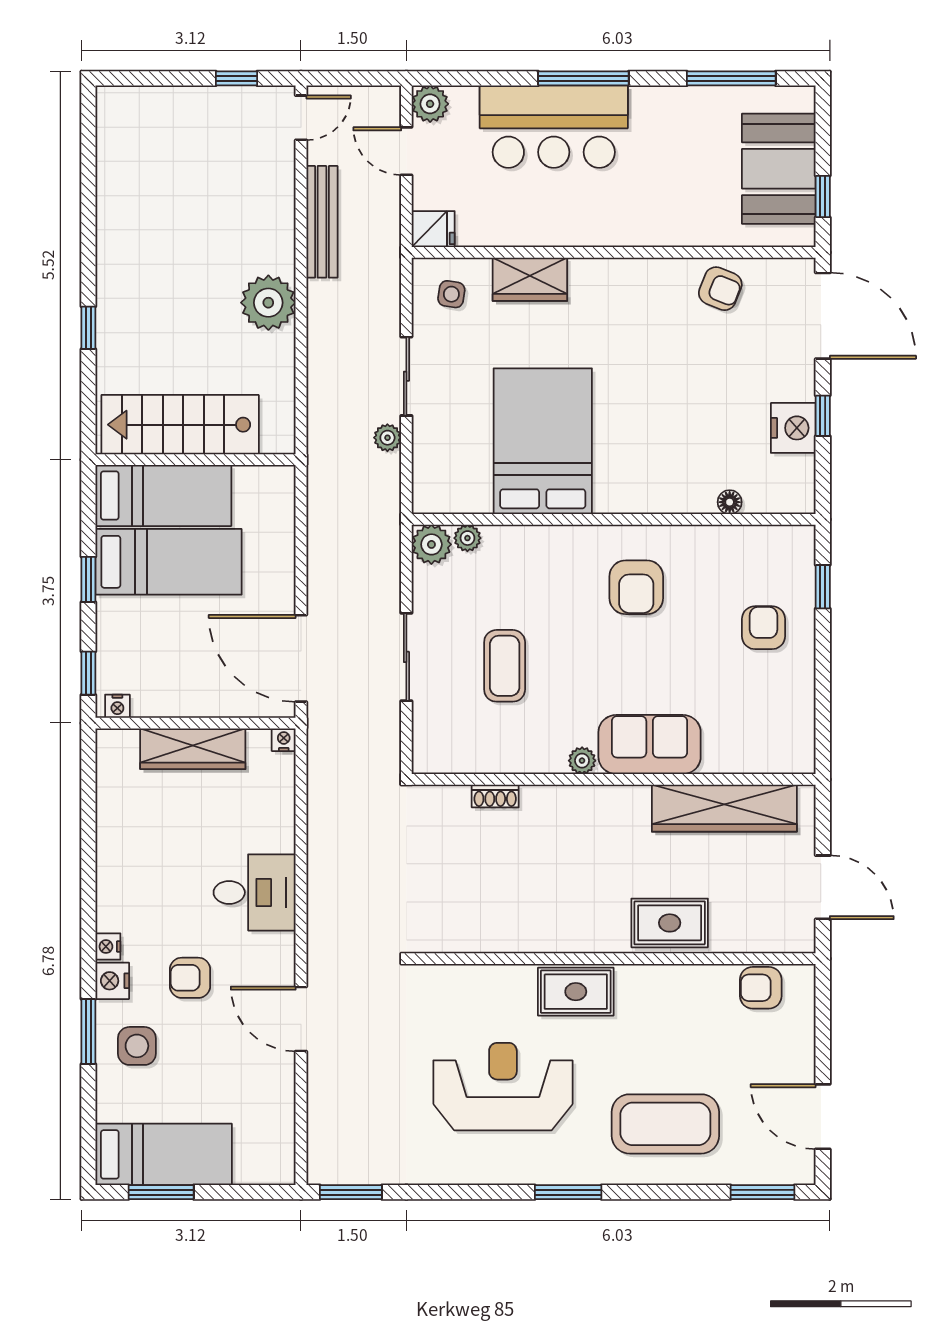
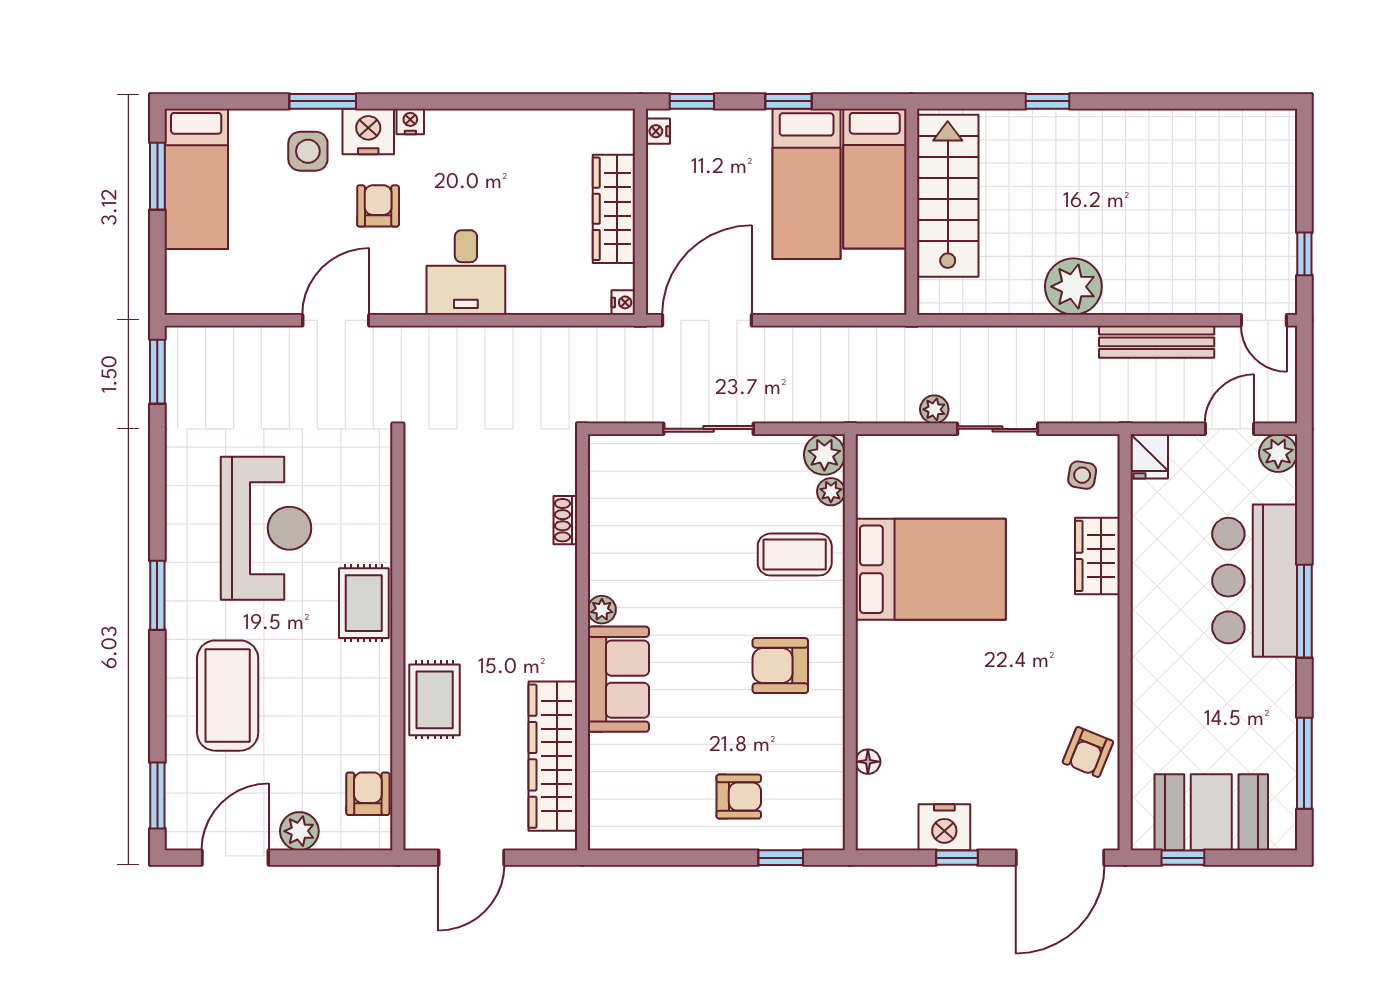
coffee table: (505, 666) -> (795, 555), moved
nightstand: (112, 981) -> (368, 132), width x1.36, depth x1.33
plant: (797, 1054) -> (299, 831), added

